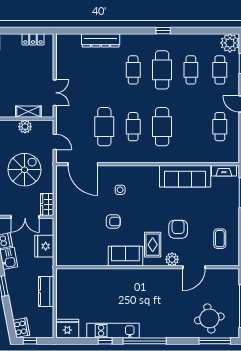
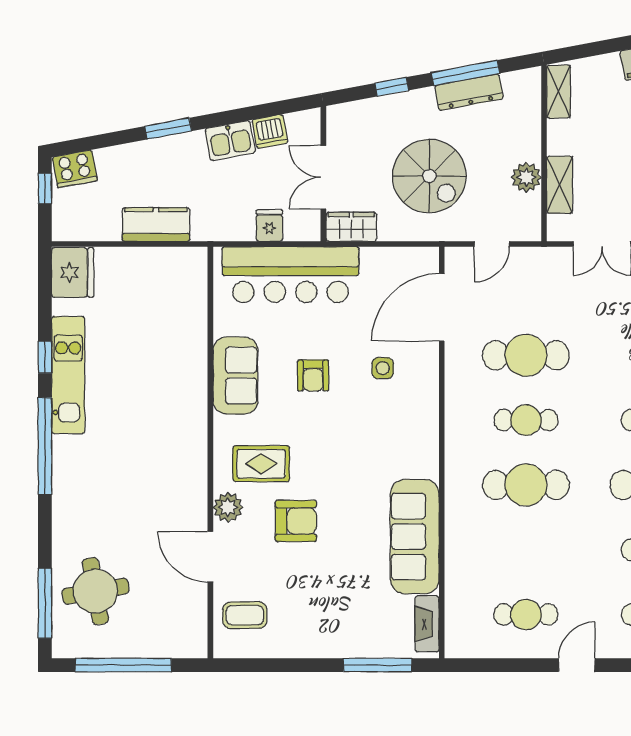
side table: (120, 190) -> (383, 368), moved
bar counter: (68, 232) -> (291, 275), added
coffee table: (220, 239) -> (245, 615), moved
fridge: (44, 246) -> (269, 226), width x0.53, depth x0.75
sofa: (125, 256) -> (235, 376), moved

